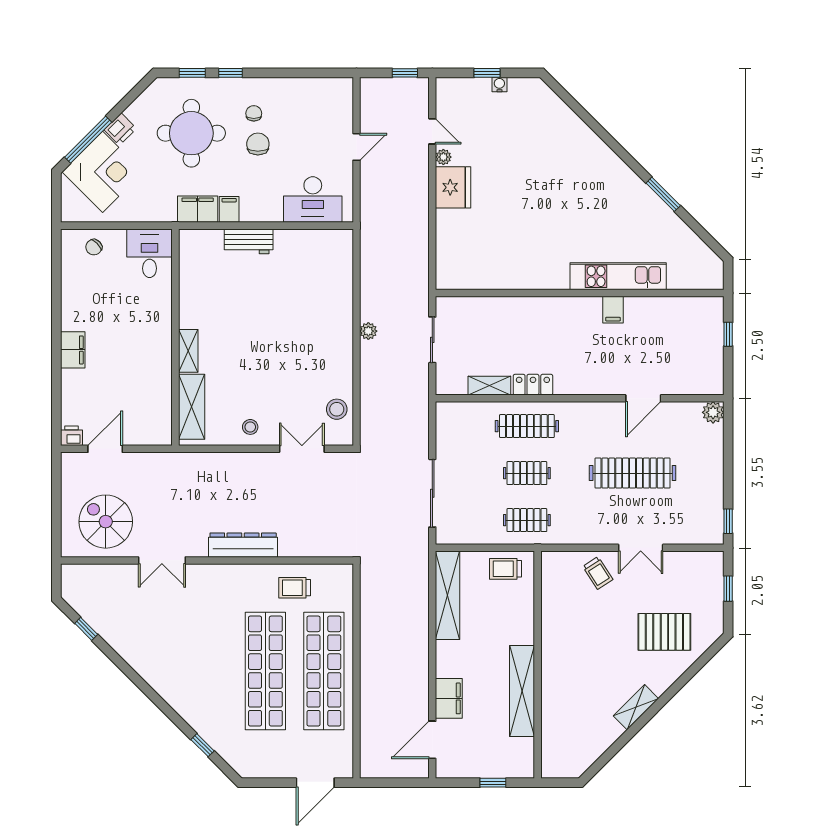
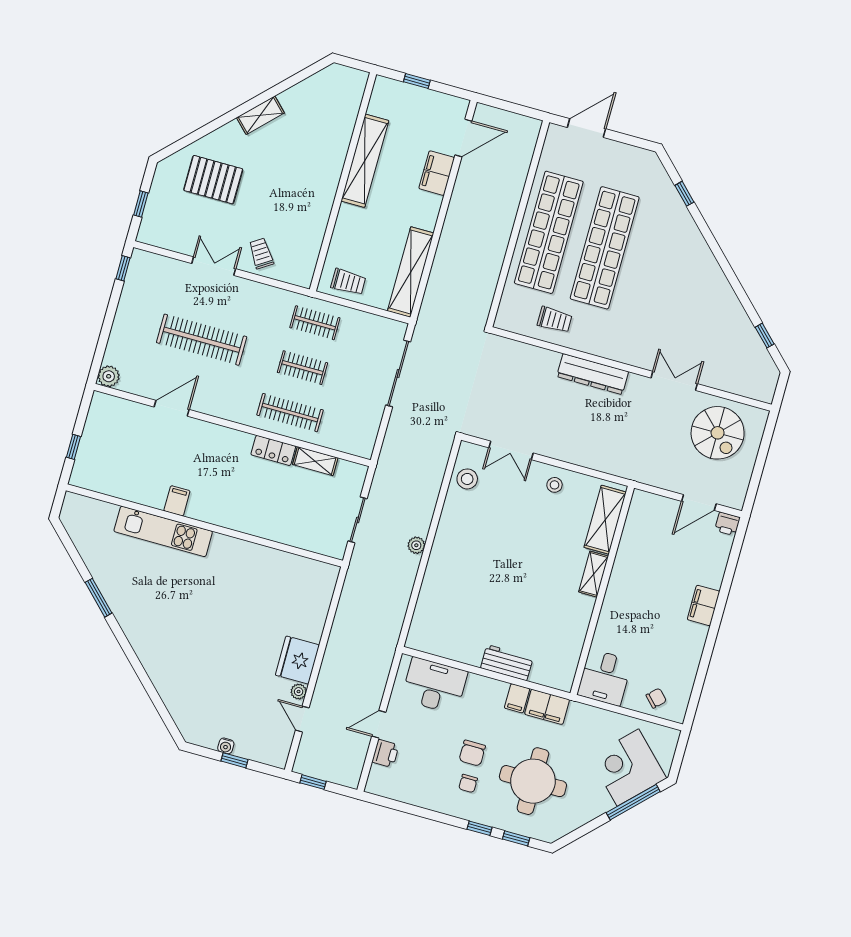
printer: (120, 129) -> (385, 753), moved, turned 135

